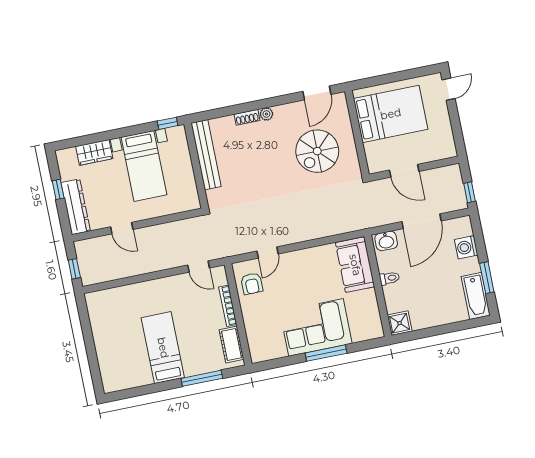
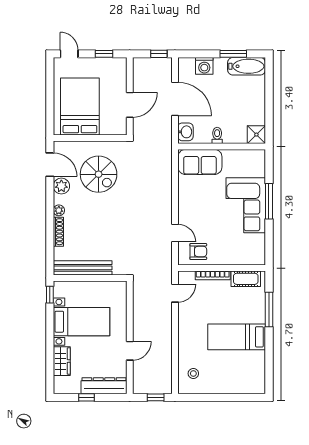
plant: (295, 111) -> (61, 186), added
shoe rack: (247, 117) -> (58, 232), width x1.43
window: (457, 129) -> (104, 54), added
stool: (111, 306) -> (193, 374), added

